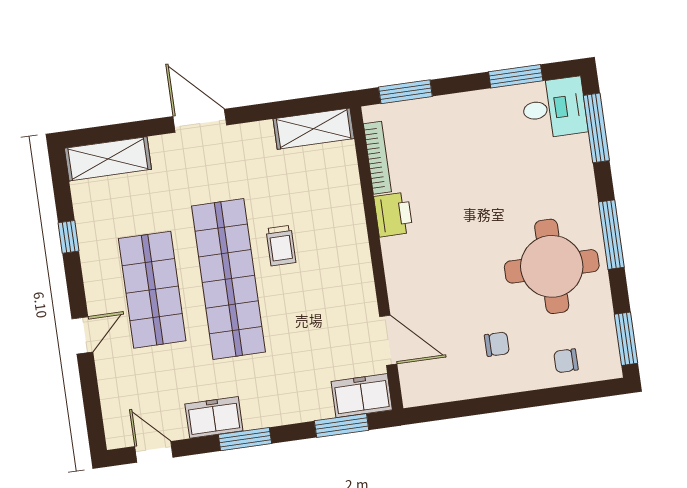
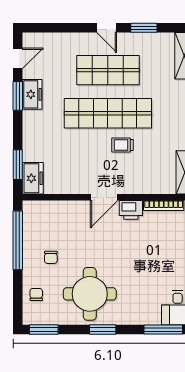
window: (611, 235) -> (103, 329), width x0.69
window: (69, 237) -> (144, 28), width x1.50
door: (82, 335) -> (107, 28), moved
door: (388, 340) -> (104, 197), moved
window: (475, 407) -> (18, 240), added
window: (245, 439) -> (18, 96), moved

